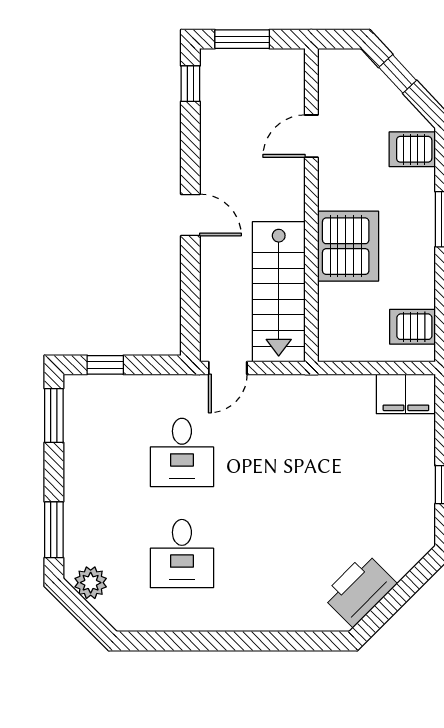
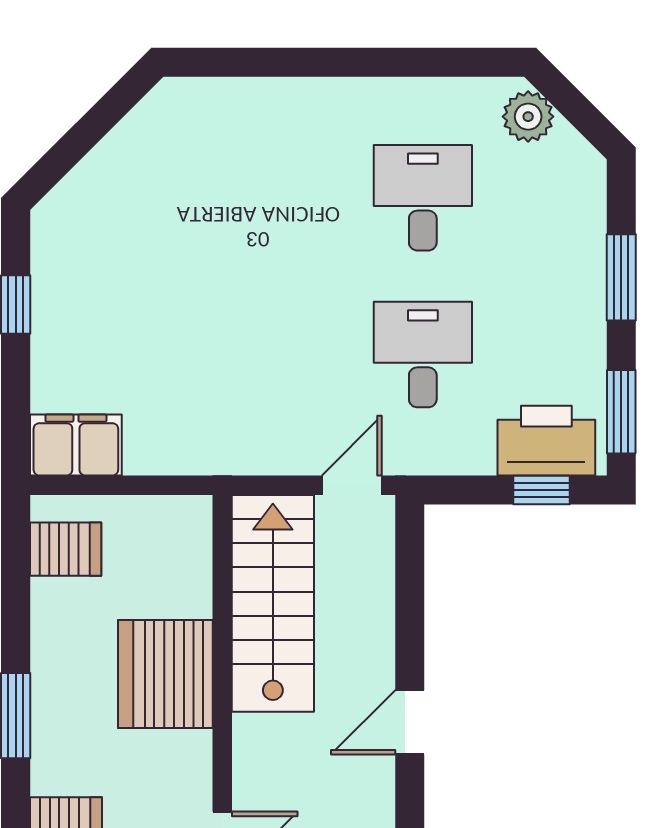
door: (190, 215) -> (410, 722), hinge flipped
window: (54, 530) -> (621, 277), moved
plant: (91, 583) -> (528, 117), moved
printer: (359, 590) -> (546, 441), moved, turned -135

